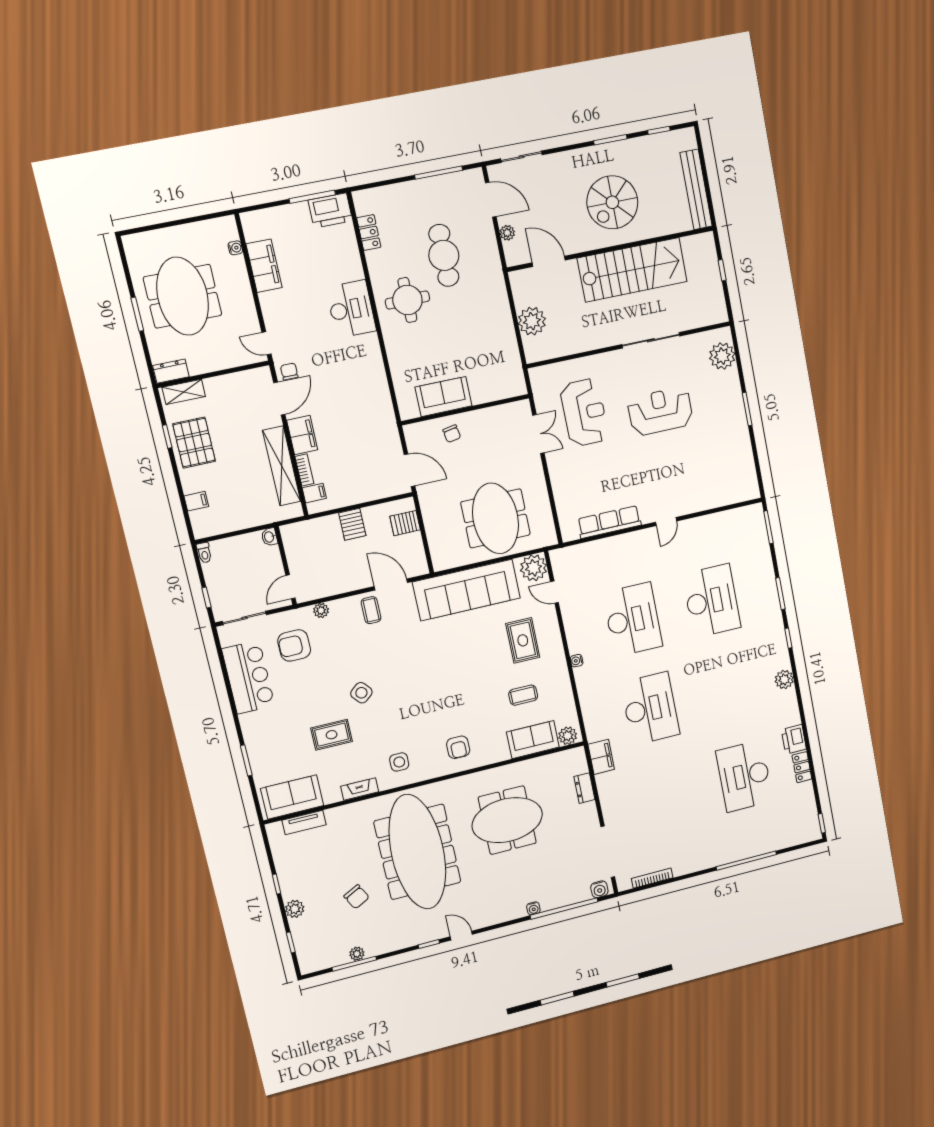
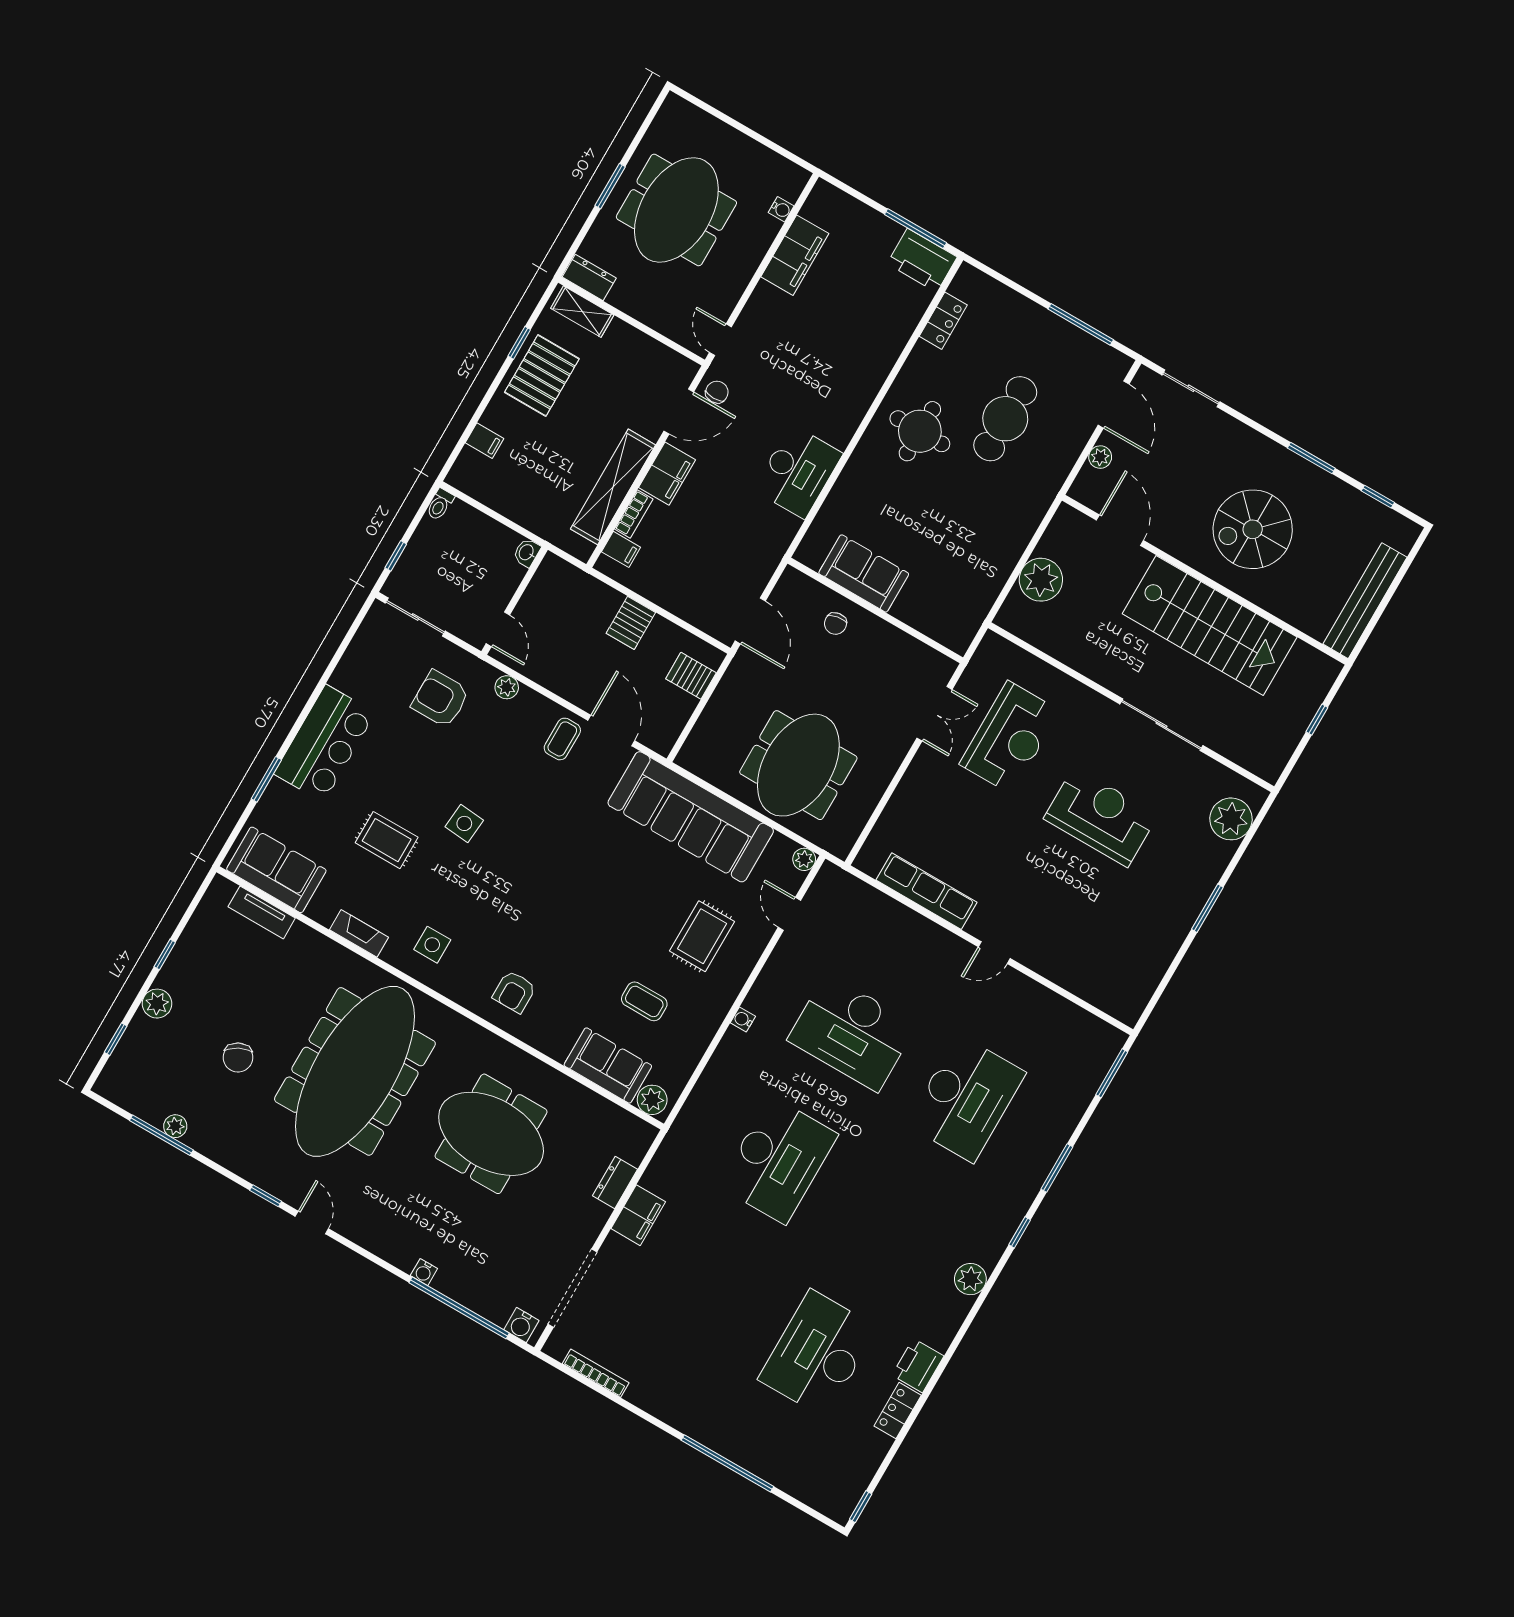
desk: (351, 309) -> (798, 472), moved
plant: (534, 568) -> (804, 859), width x0.53, depth x0.53
door: (290, 587) -> (498, 629), swing flipped
desk: (633, 620) -> (852, 1033), turned 90
bar counter: (248, 677) -> (324, 743), moved
side table: (361, 693) -> (464, 823), turned 45
filing cabinet: (601, 757) -> (638, 1215), moved

